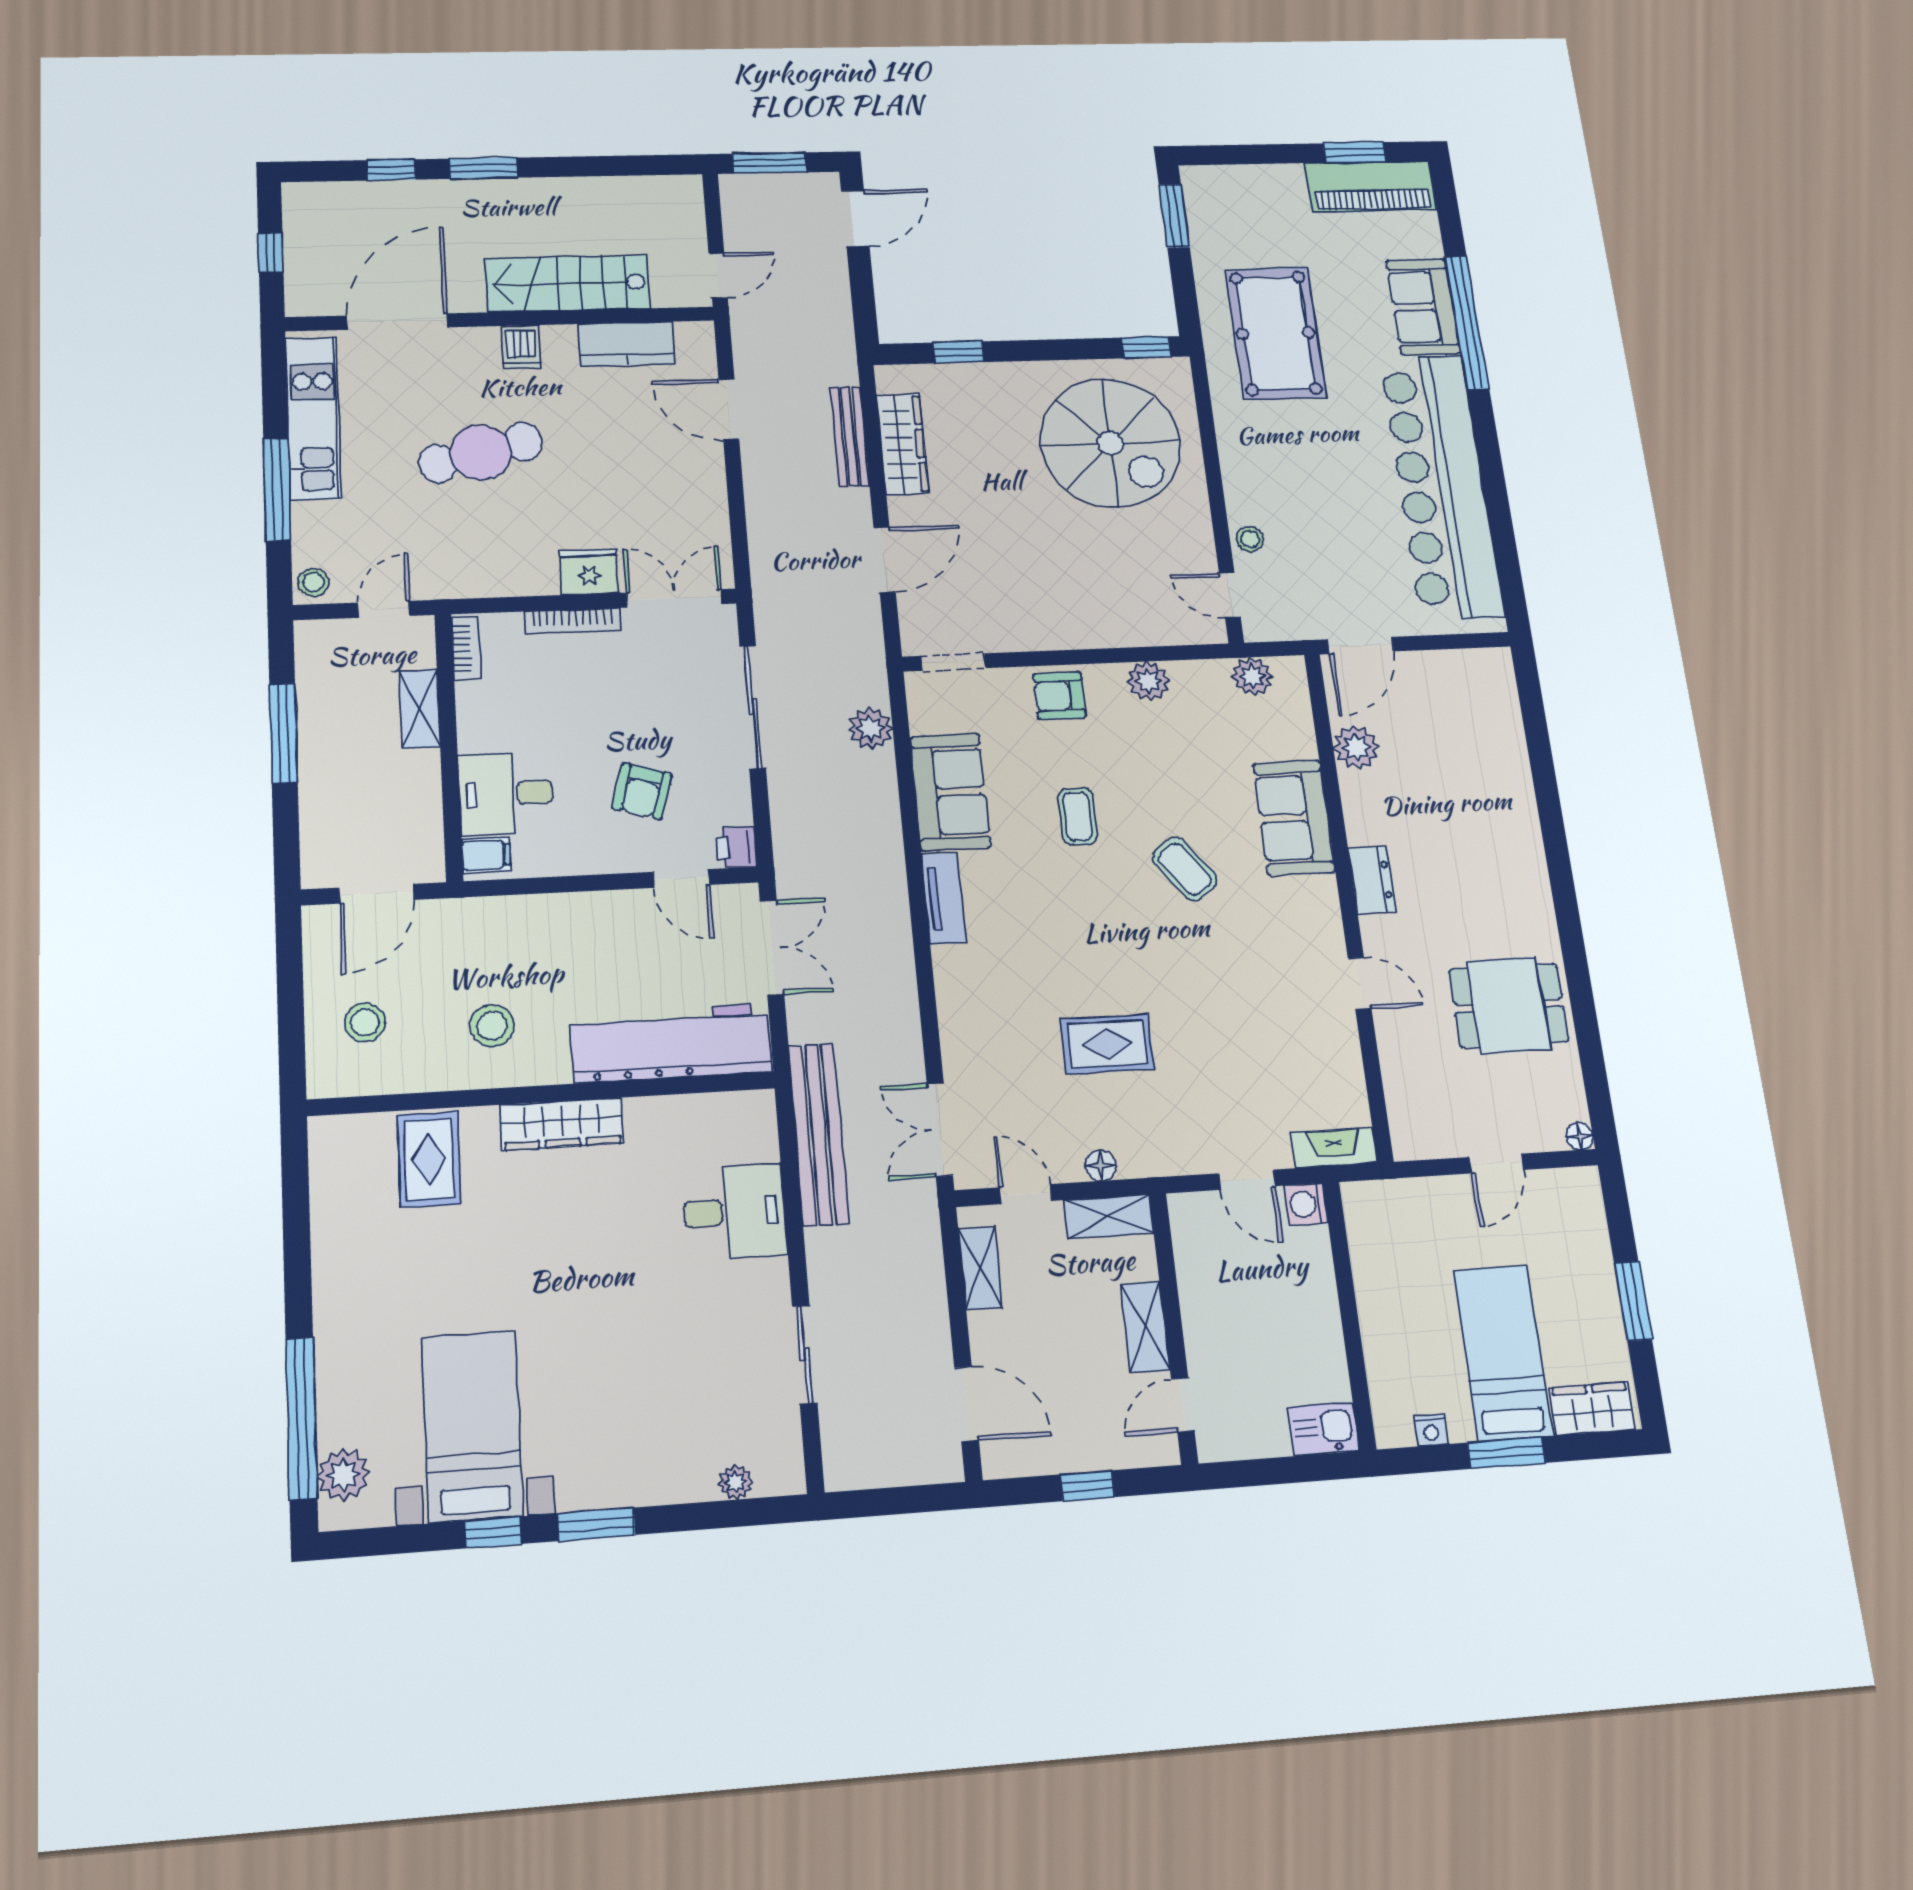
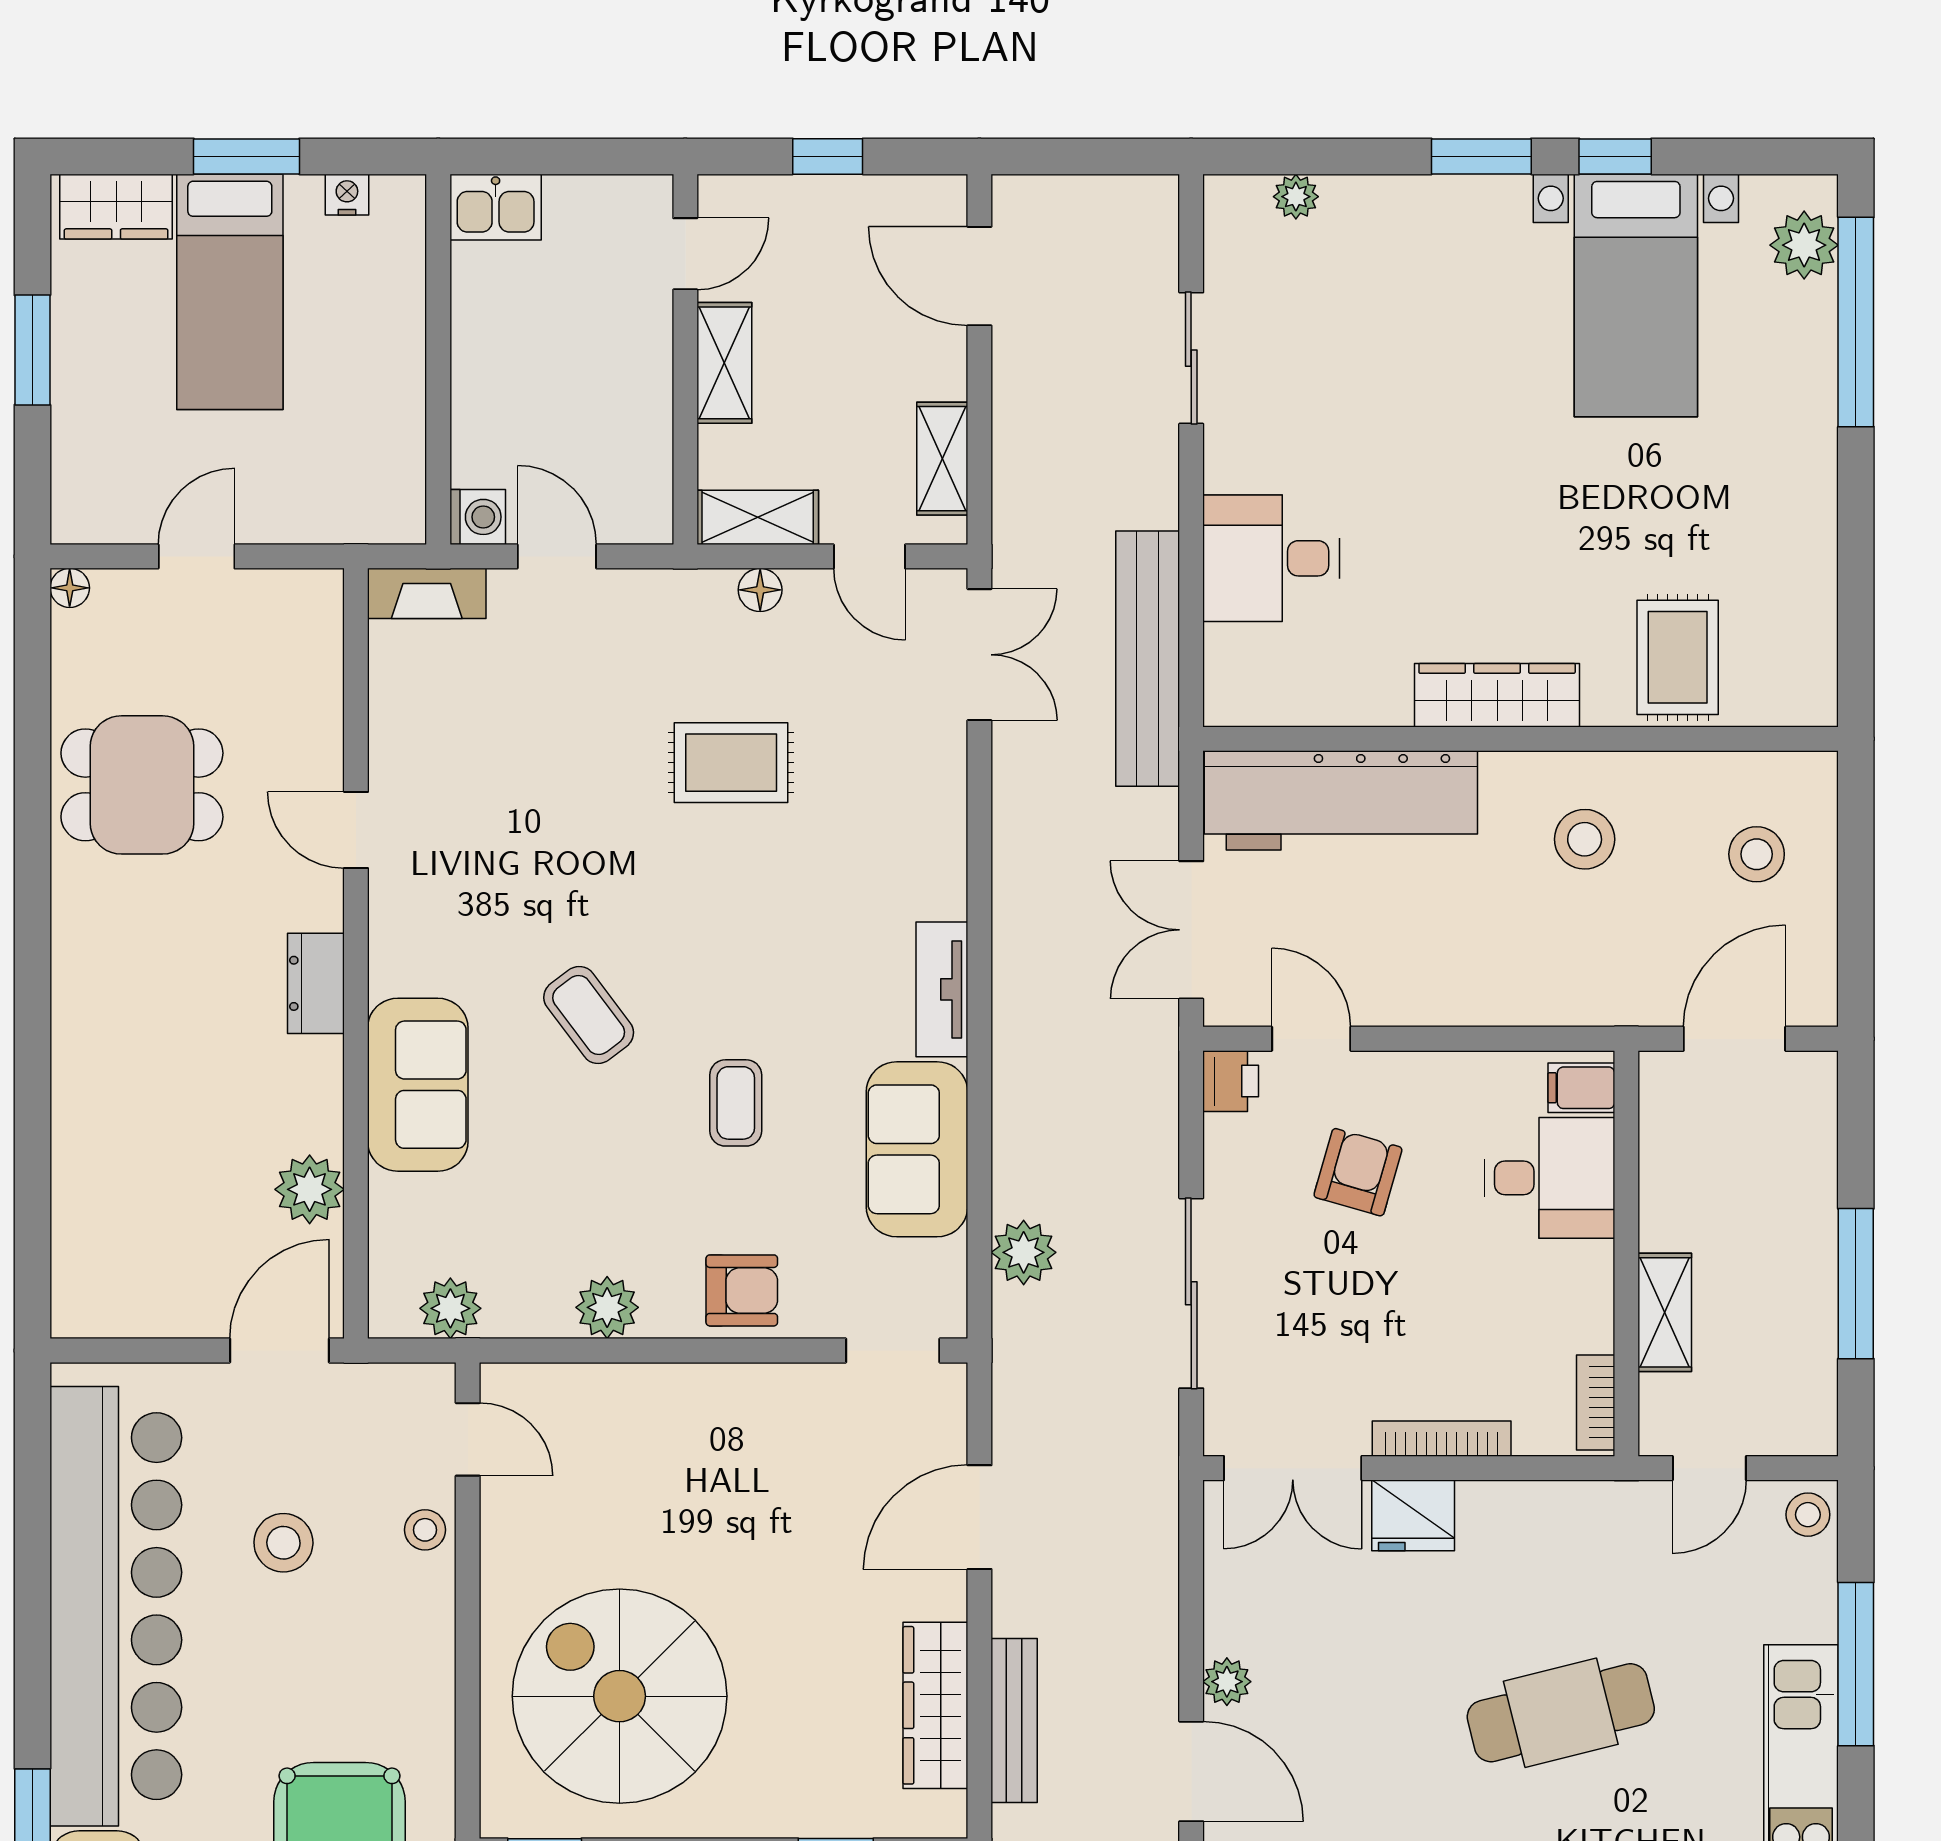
plant: (709, 464) -> (1227, 1682), added
stool: (1340, 528) -> (283, 1543), added

